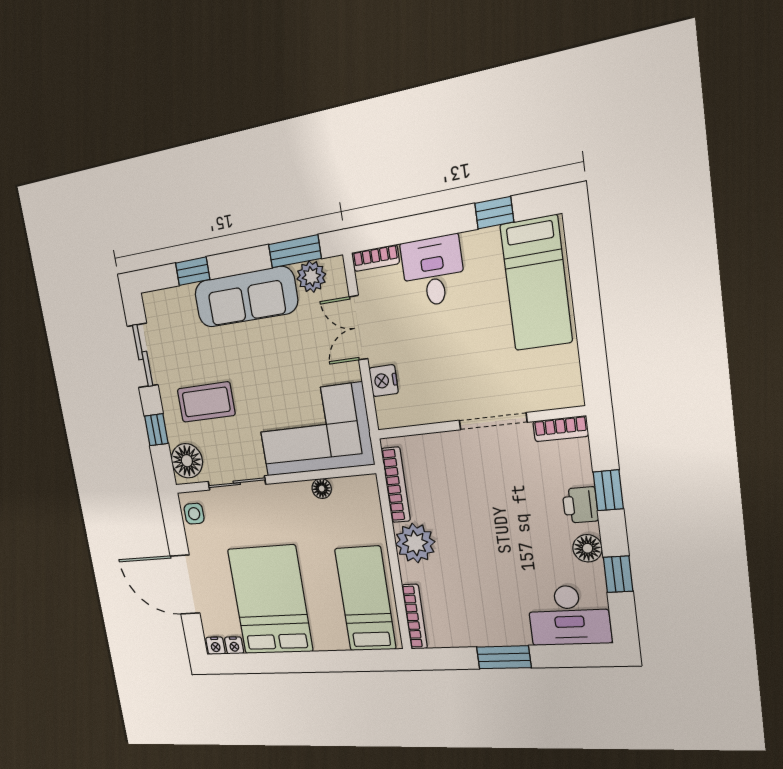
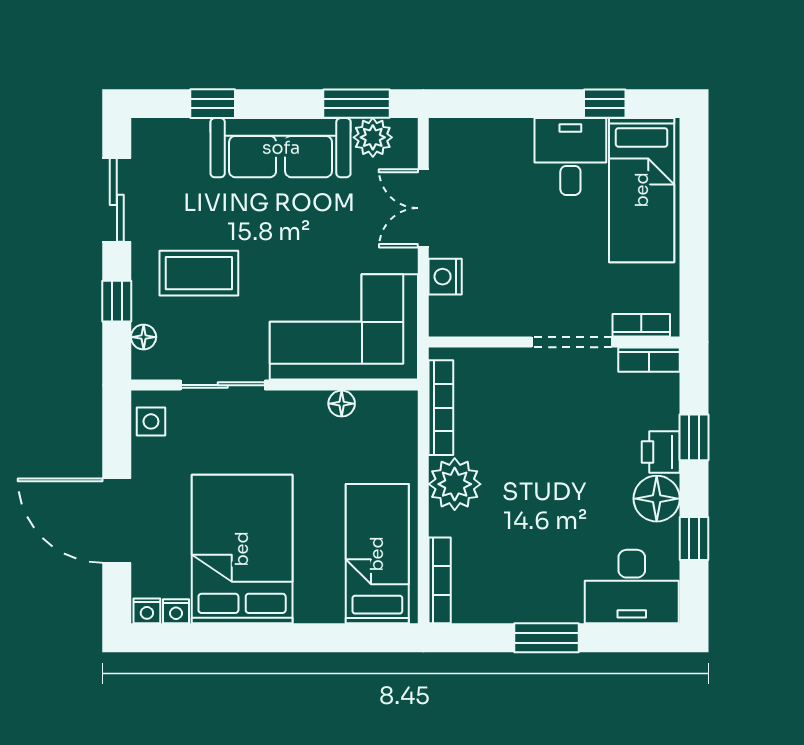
bookcase: (376, 258) -> (641, 325), moved, turned 180
desk: (433, 271) -> (570, 157), moved
floor lamp: (187, 461) -> (144, 337), width x0.53, depth x0.53
floor lamp: (587, 548) -> (657, 499), width x1.38, depth x1.38

